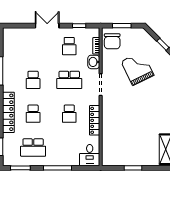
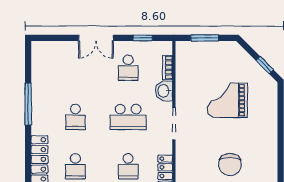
double door: (47, 26) -> (96, 38), swing flipped
chair: (112, 41) -> (230, 165), moved
grand piano: (137, 68) -> (227, 100), turned -64

